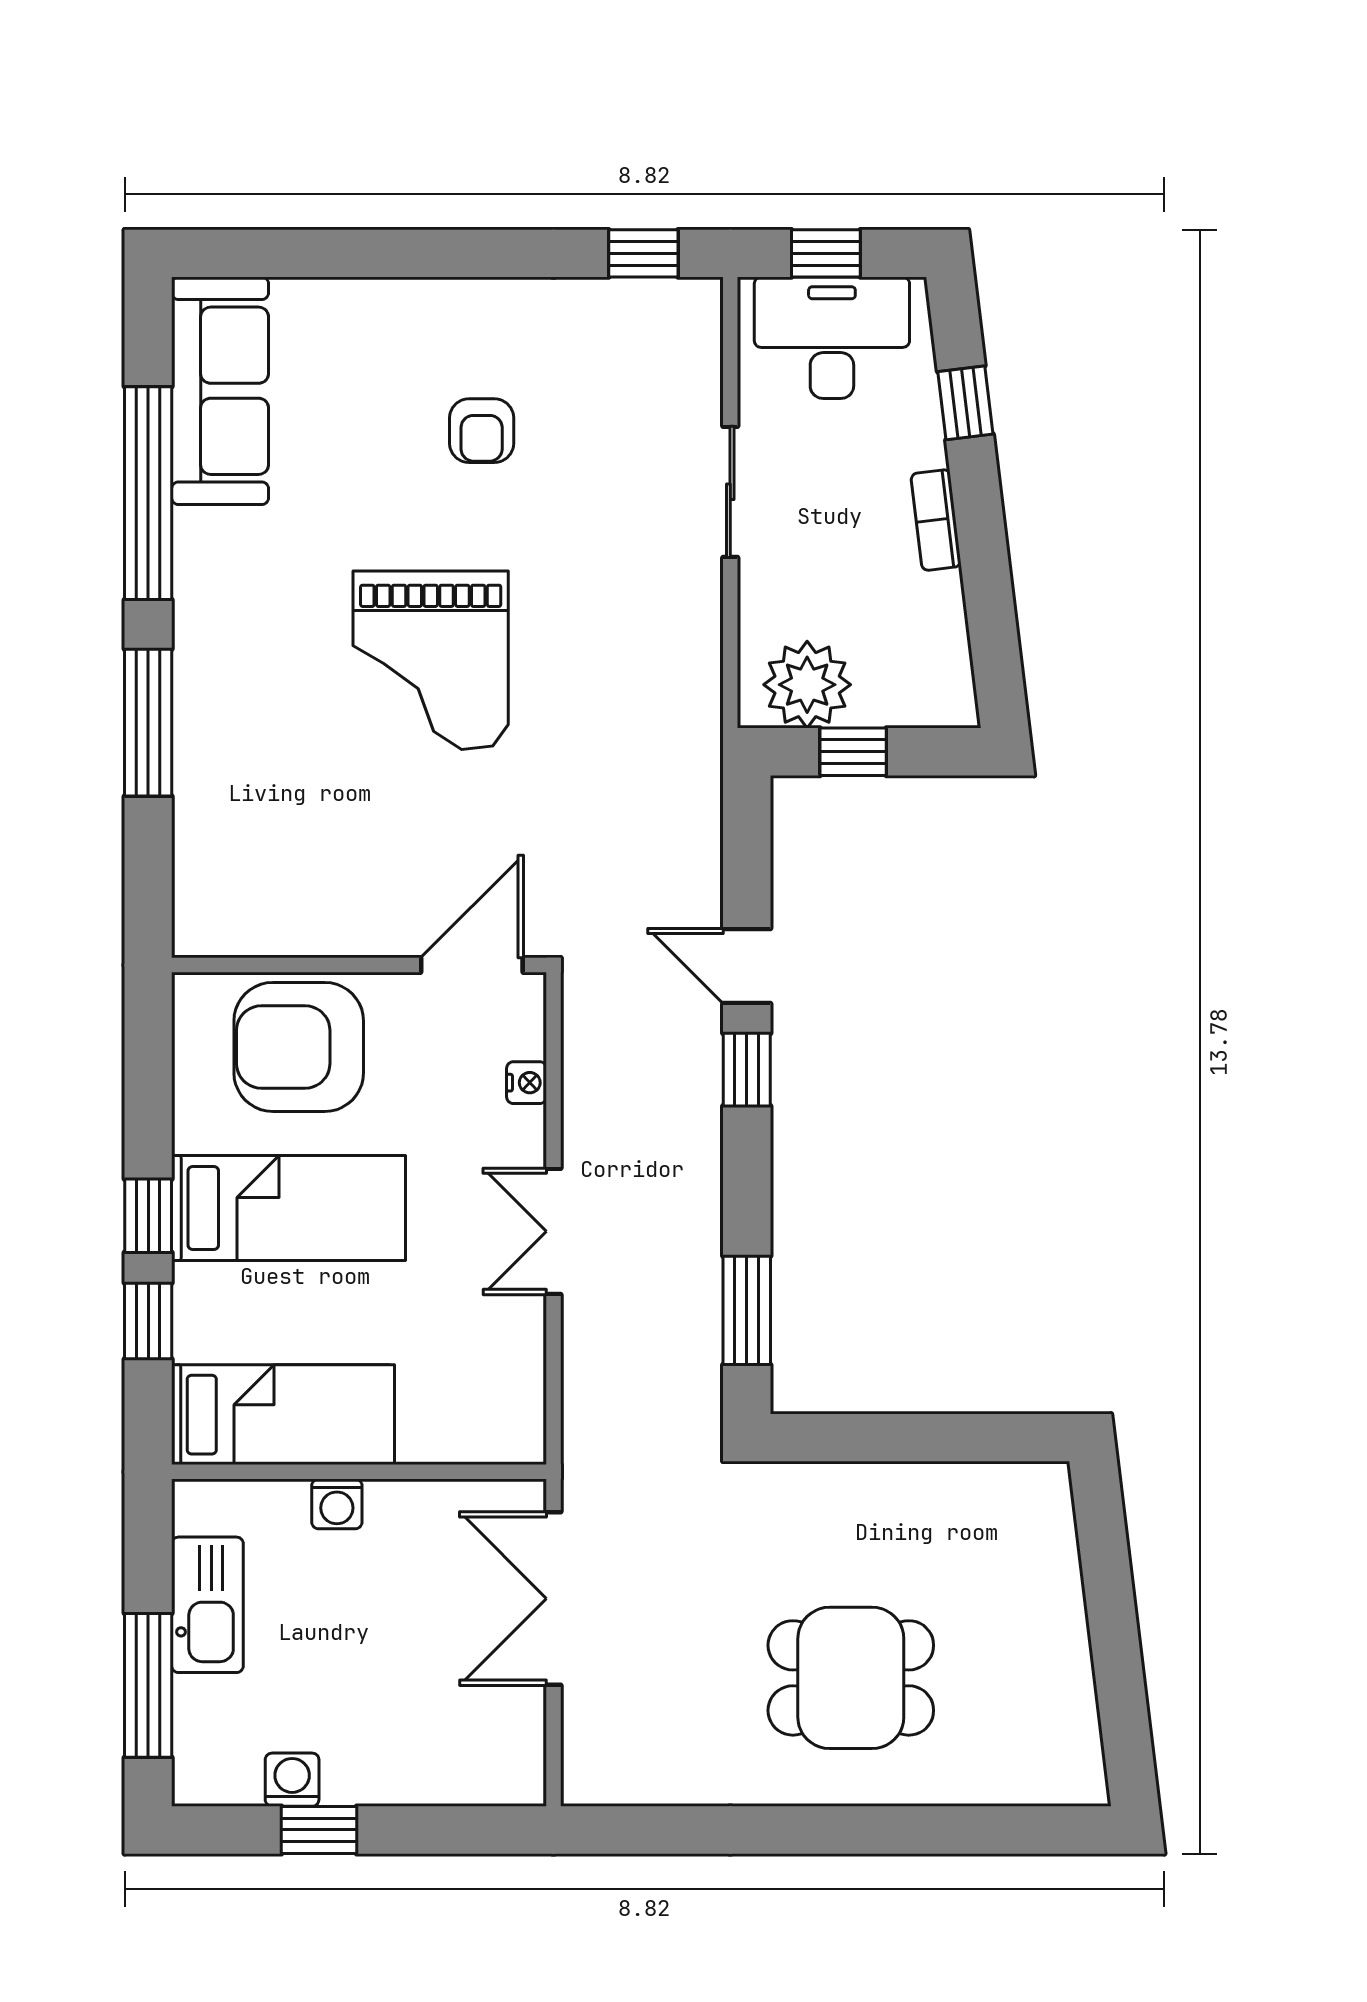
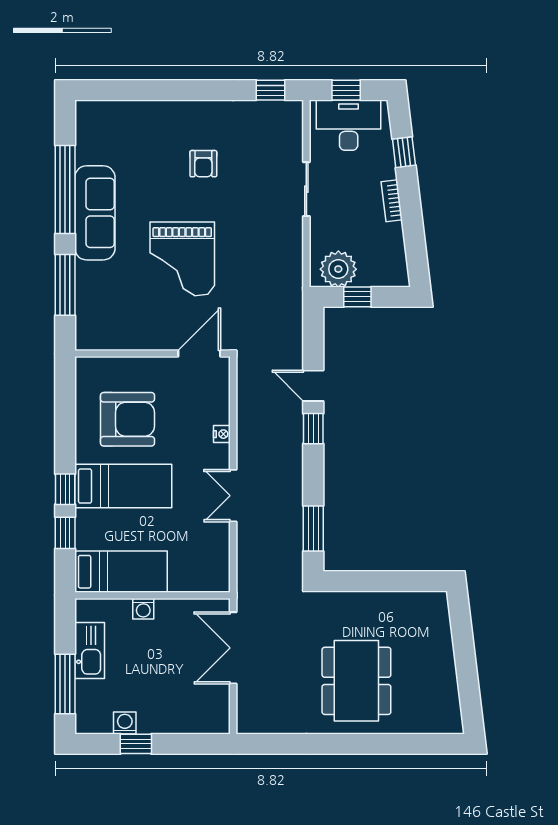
sofa: (220, 391) -> (95, 213), moved
wall: (359, 965) -> (153, 354), moved
door: (472, 965) -> (199, 354), moved
armchair: (299, 1047) -> (127, 419), turned 180
dining table: (851, 1678) -> (356, 681), width x1.38

